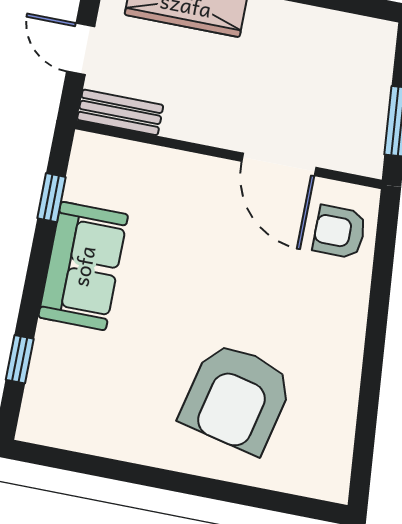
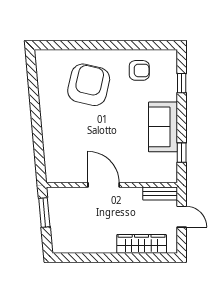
door: (279, 164) -> (104, 185), moved
armchair: (339, 232) -> (139, 70), moved

